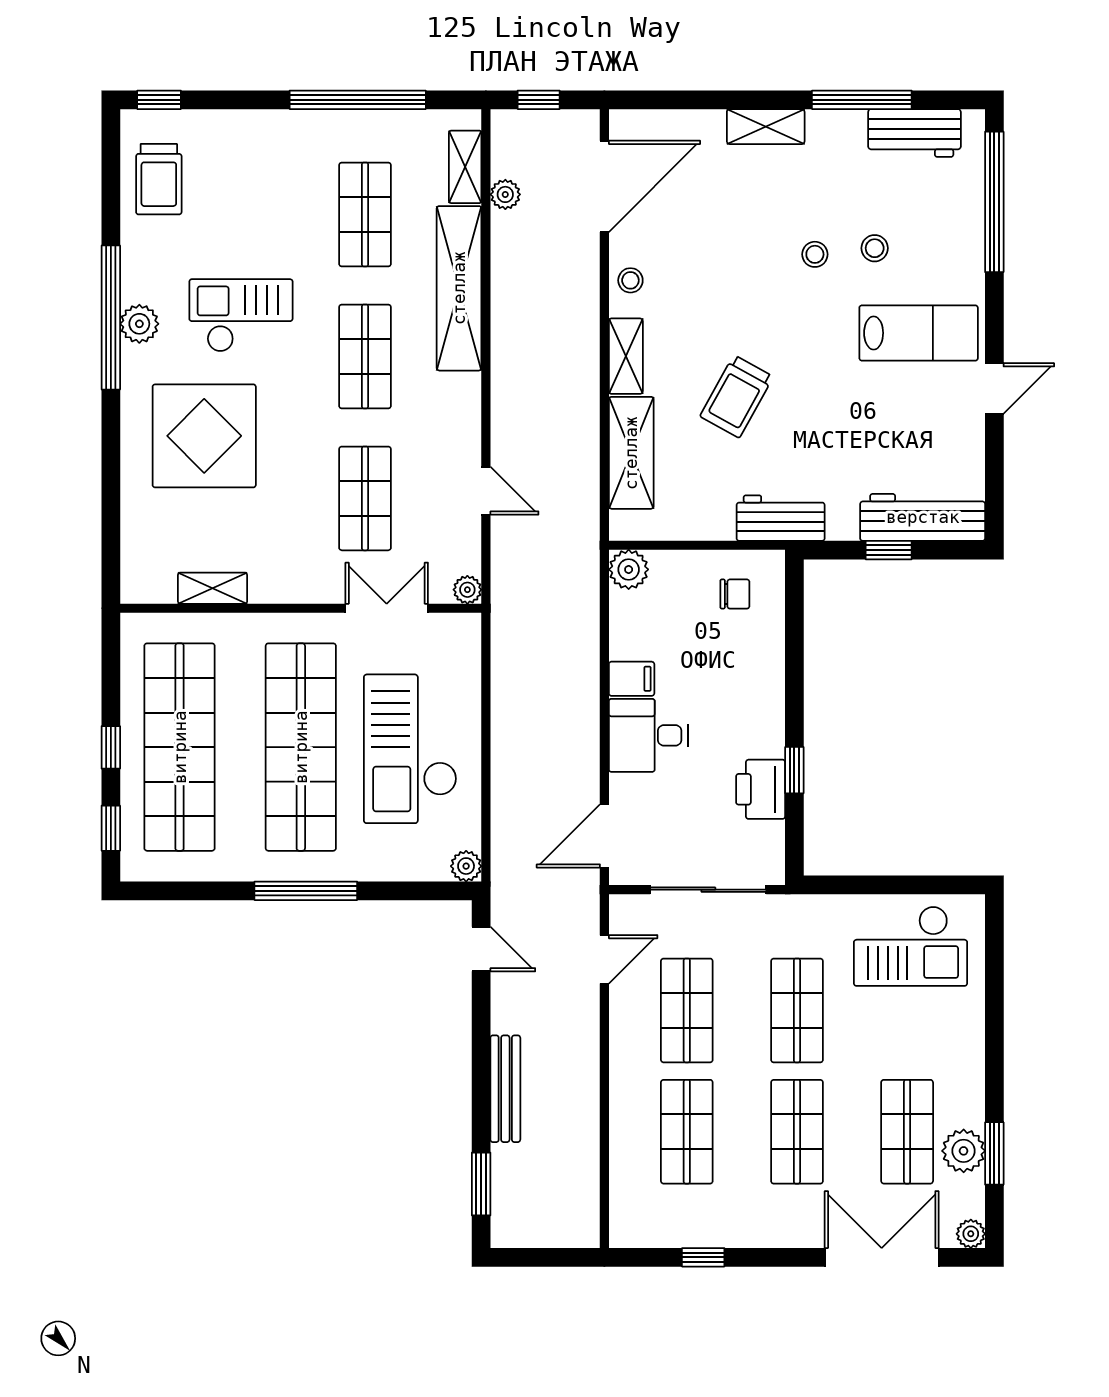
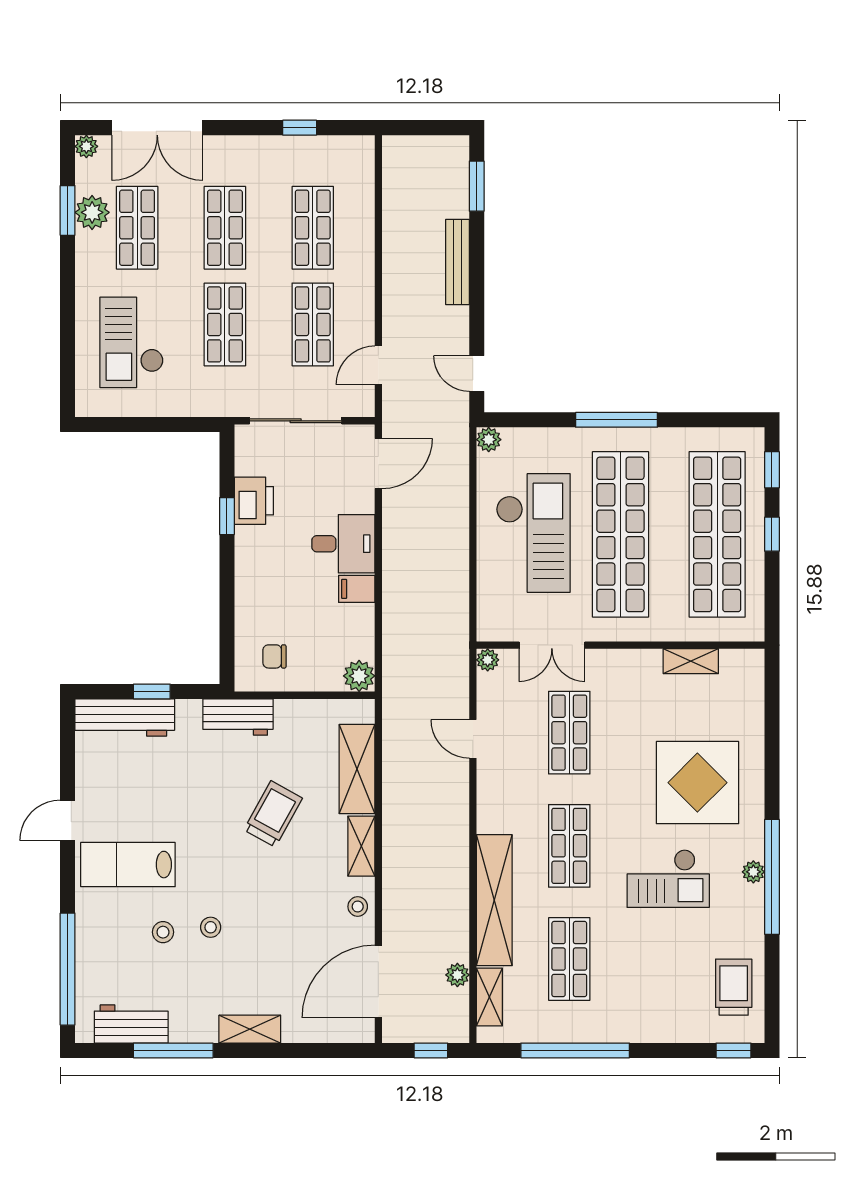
plant: (139, 324) -> (753, 872), width x0.73, depth x0.73
checkout: (911, 946) -> (132, 342), moved, turned -90

